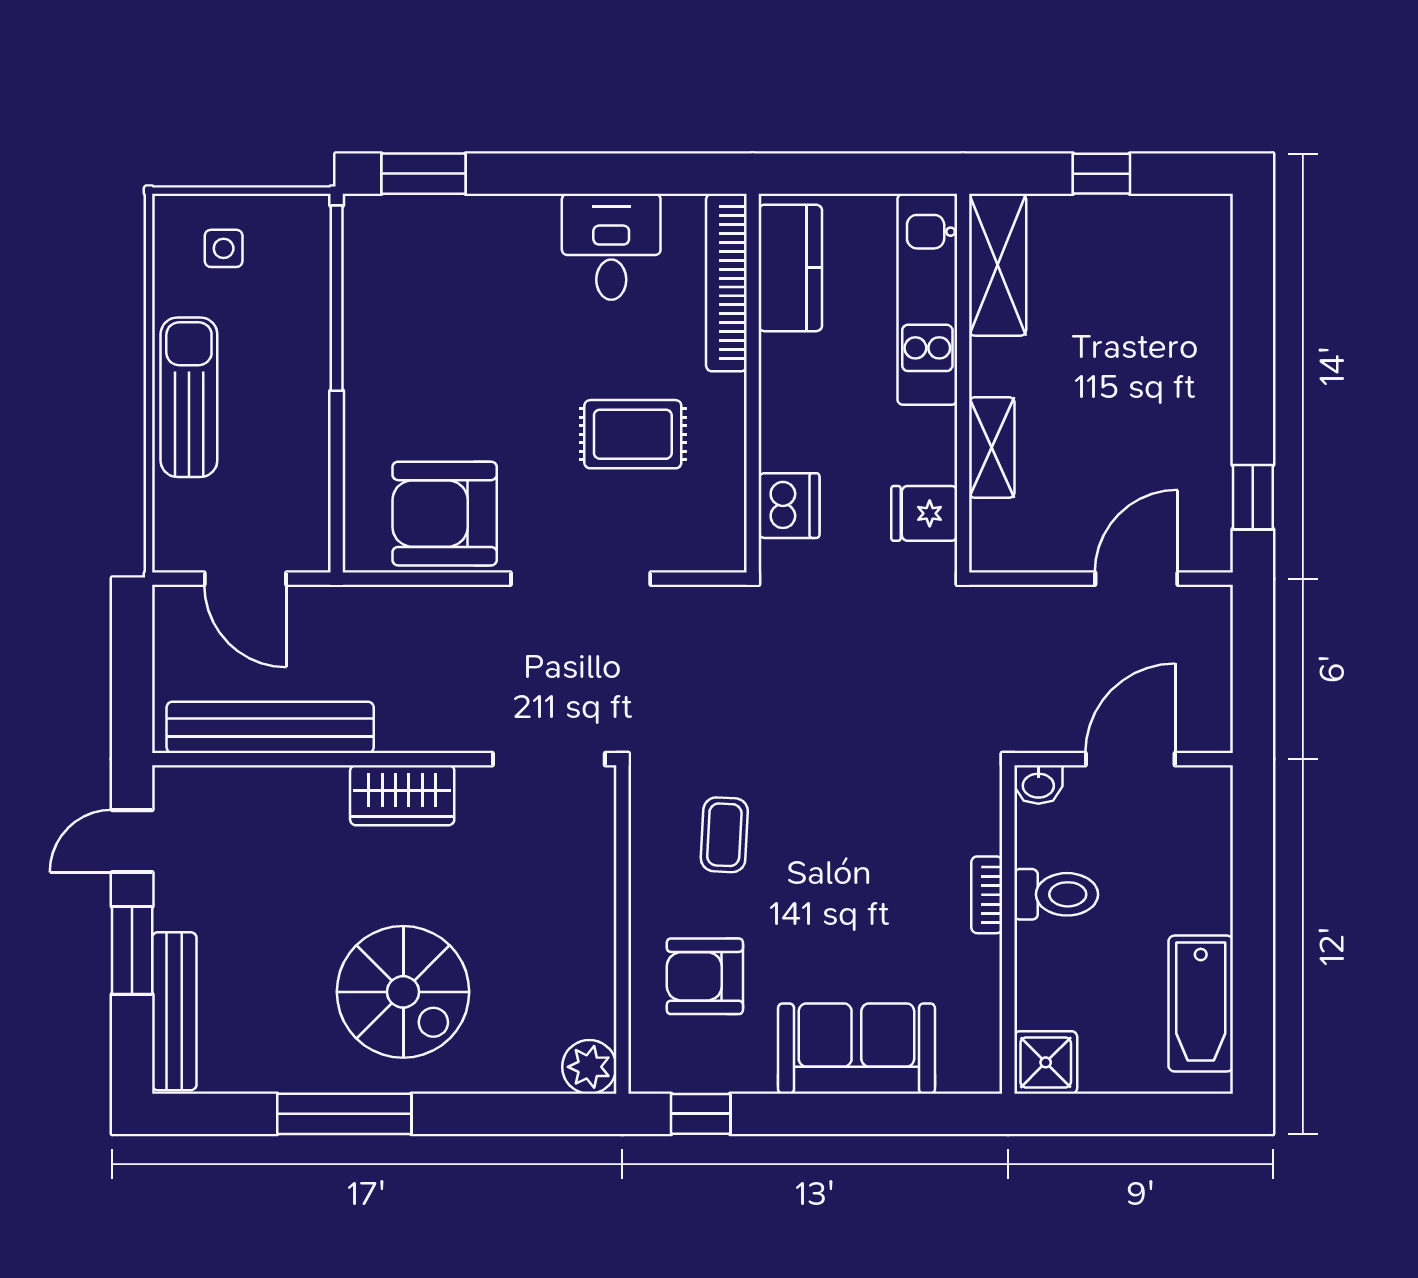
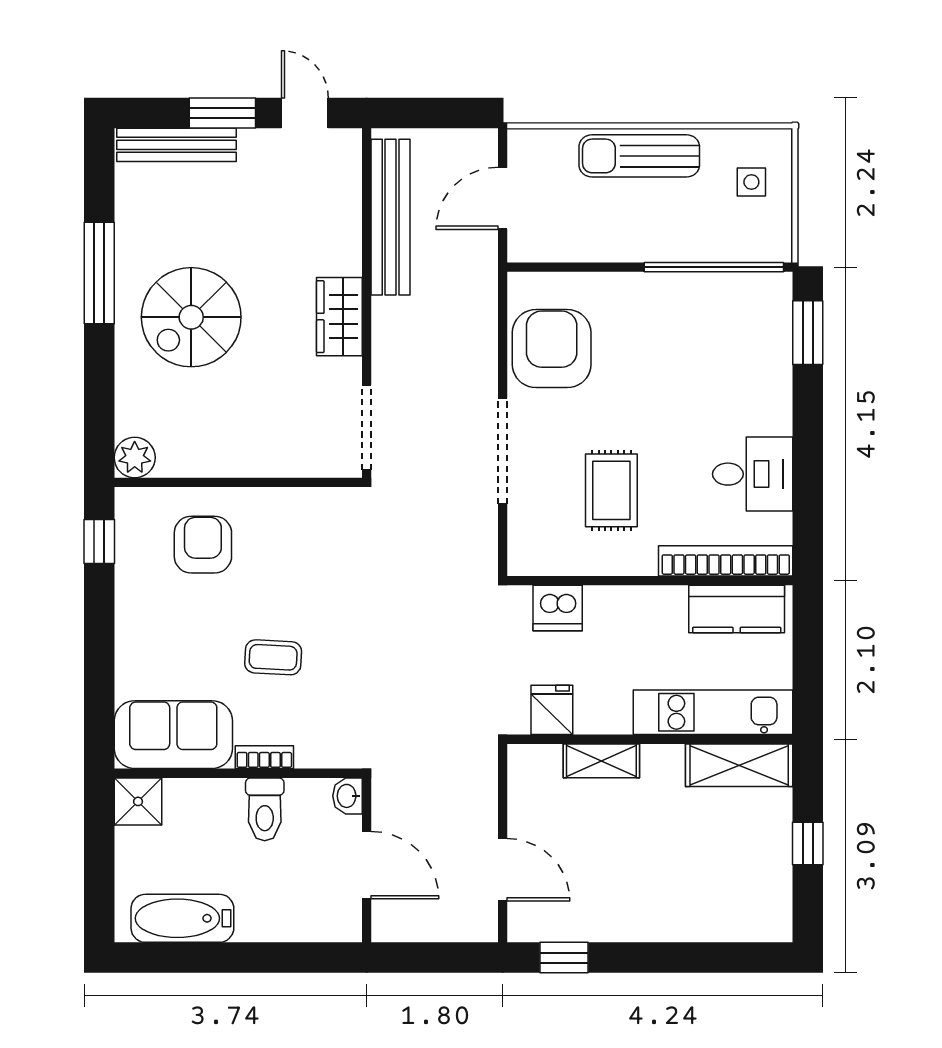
sun lounger: (189, 397) -> (639, 156), turned 180
coffee table: (724, 835) -> (273, 657), moved
sofa: (856, 1049) -> (173, 735), moved, turned -90

